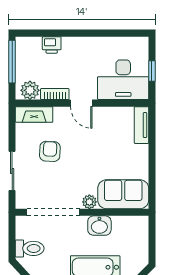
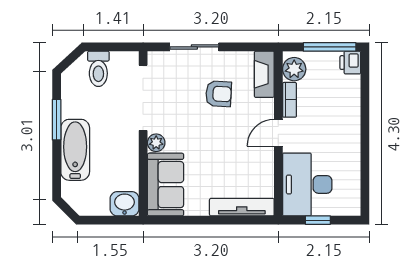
printer: (52, 45) -> (350, 63), moved
tv unit: (141, 125) -> (242, 207), width x1.41
washbasin: (99, 226) -> (125, 204), moved, turned 90

